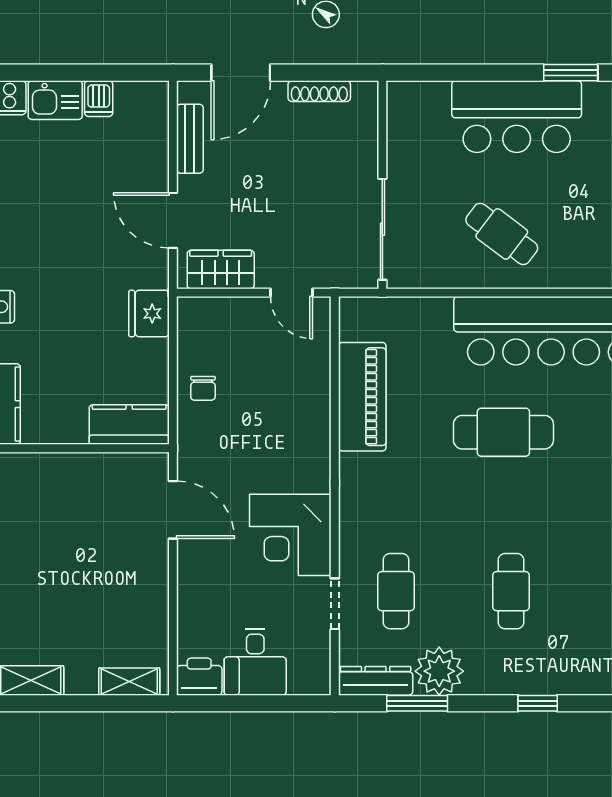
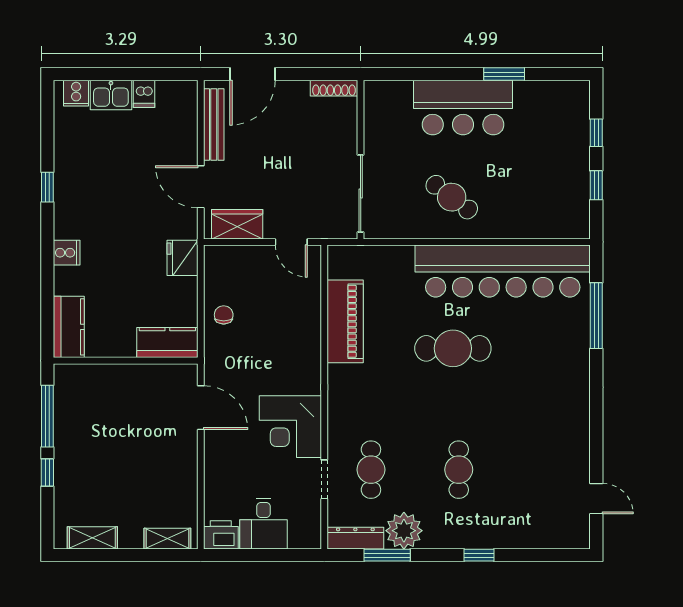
shoe rack: (319, 91) -> (334, 88), moved
bench: (190, 139) -> (214, 124), width x1.36
chair: (203, 388) -> (224, 315), turned 180

